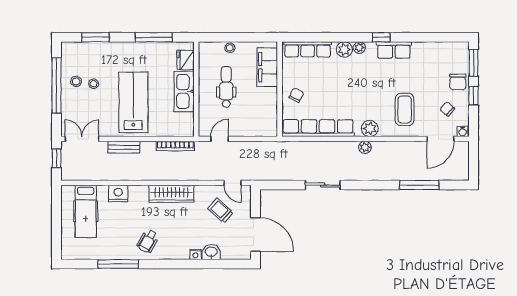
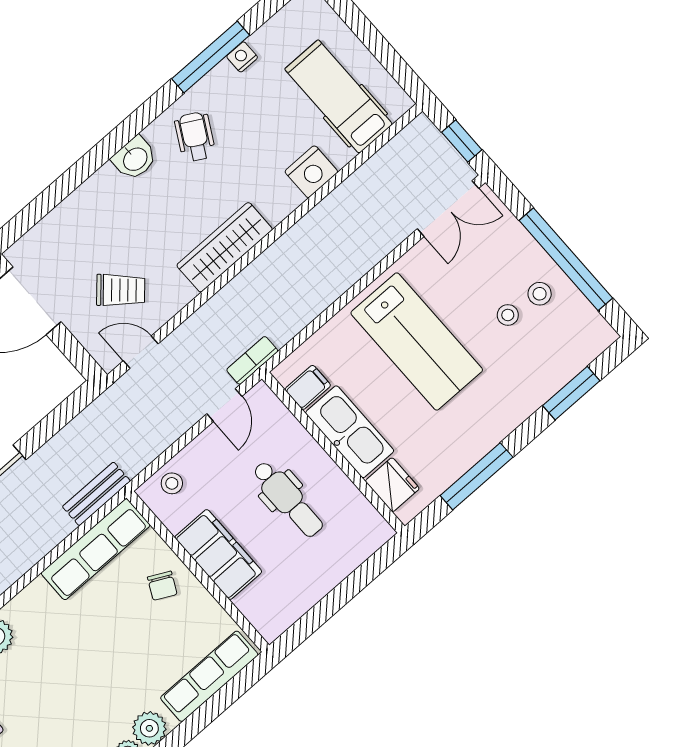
stool: (230, 48) -> (172, 483), moved
filing cabinet: (267, 67) -> (218, 554), moved
filing cabinet: (185, 120) -> (308, 387), added
row of seats: (318, 128) -> (96, 549), width x0.73
bookcase: (175, 146) -> (252, 360), moved, width x0.64
bench: (124, 147) -> (96, 494), moved
washbasin: (211, 252) -> (135, 158), moved
nightstand: (195, 254) -> (242, 57), moved

